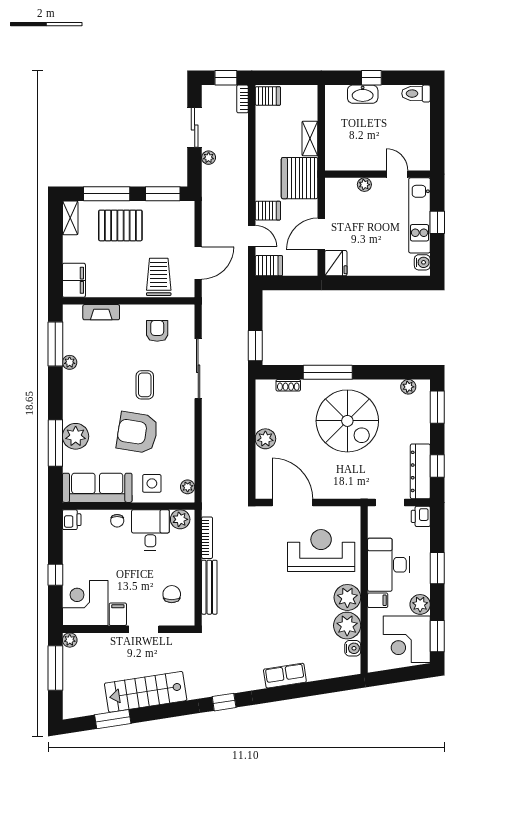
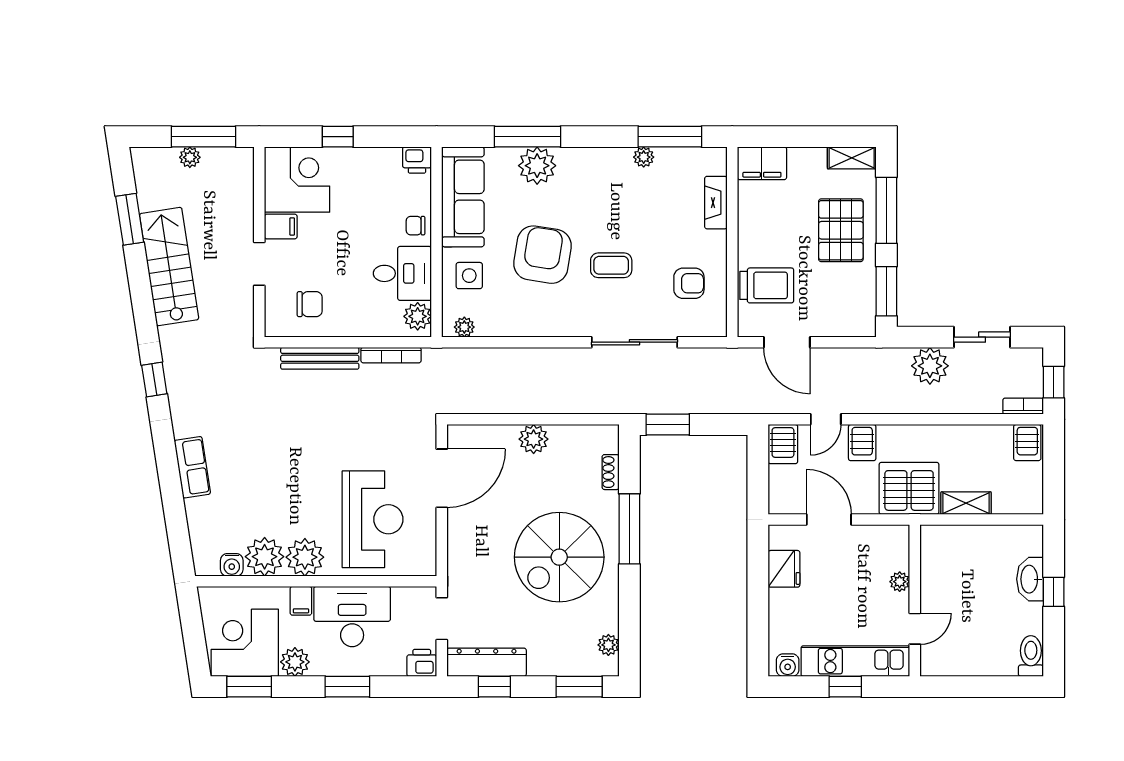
plant: (209, 158) -> (930, 366), width x1.88, depth x1.88
fridge: (336, 263) -> (784, 569), moved, turned -90
plant: (70, 640) -> (190, 157), moved

